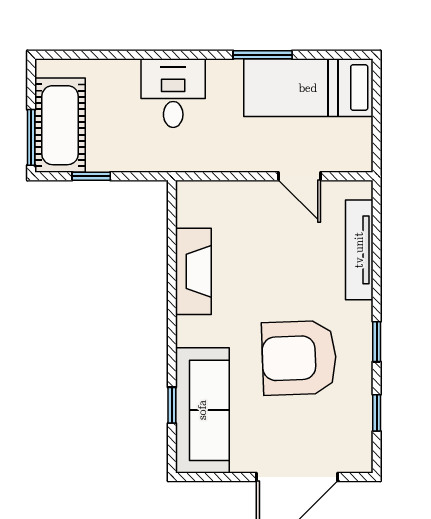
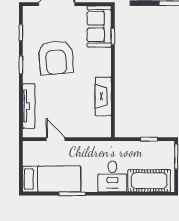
cot: (60, 125) -> (149, 181), moved, turned 90
armchair: (299, 358) -> (56, 58), turned 87
sofa: (202, 410) -> (99, 26), width x0.73

